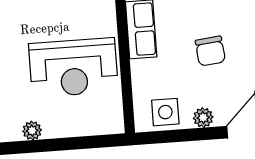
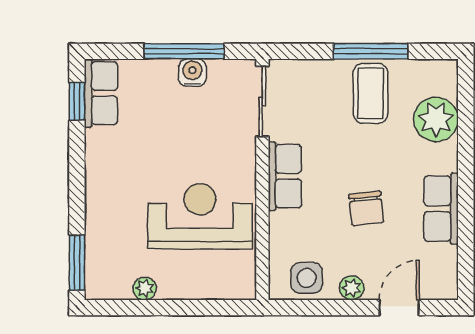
reception desk: (73, 68) -> (200, 216), turned 180

